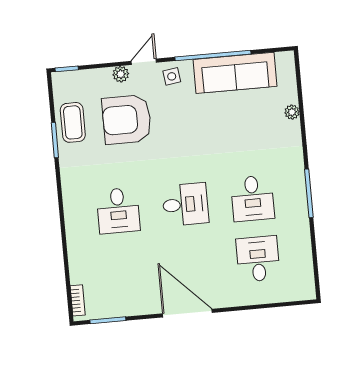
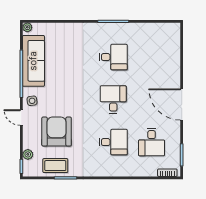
plant: (121, 74) -> (28, 154), moved
plant: (292, 112) -> (27, 27), moved
armchair: (127, 119) -> (57, 132), turned 180
desk: (258, 259) -> (152, 142), moved, turned -90
door: (187, 313) -> (182, 104), hinge flipped

